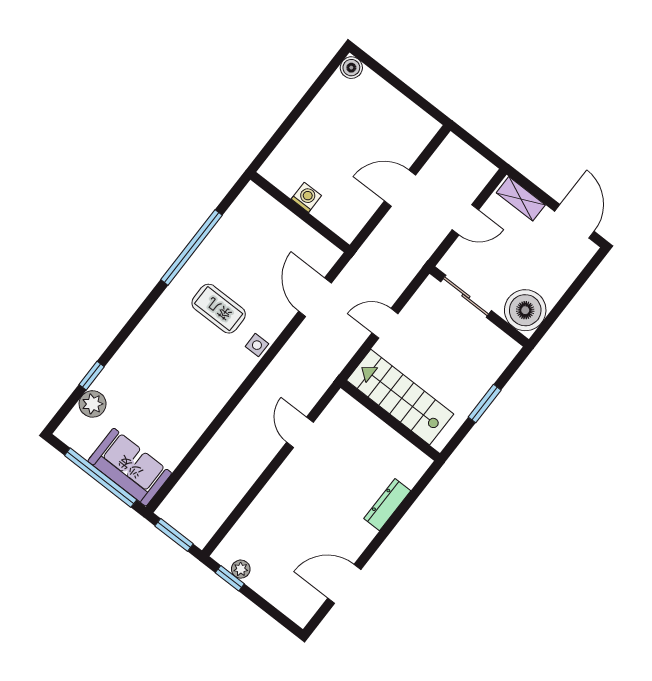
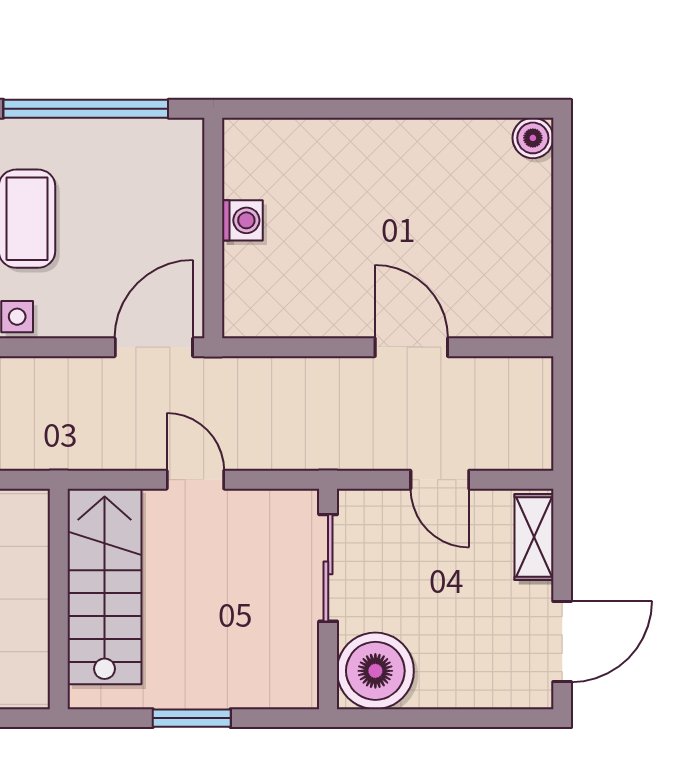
washing machine: (306, 197) -> (242, 220), moved
wall: (300, 212) -> (213, 228), moved

